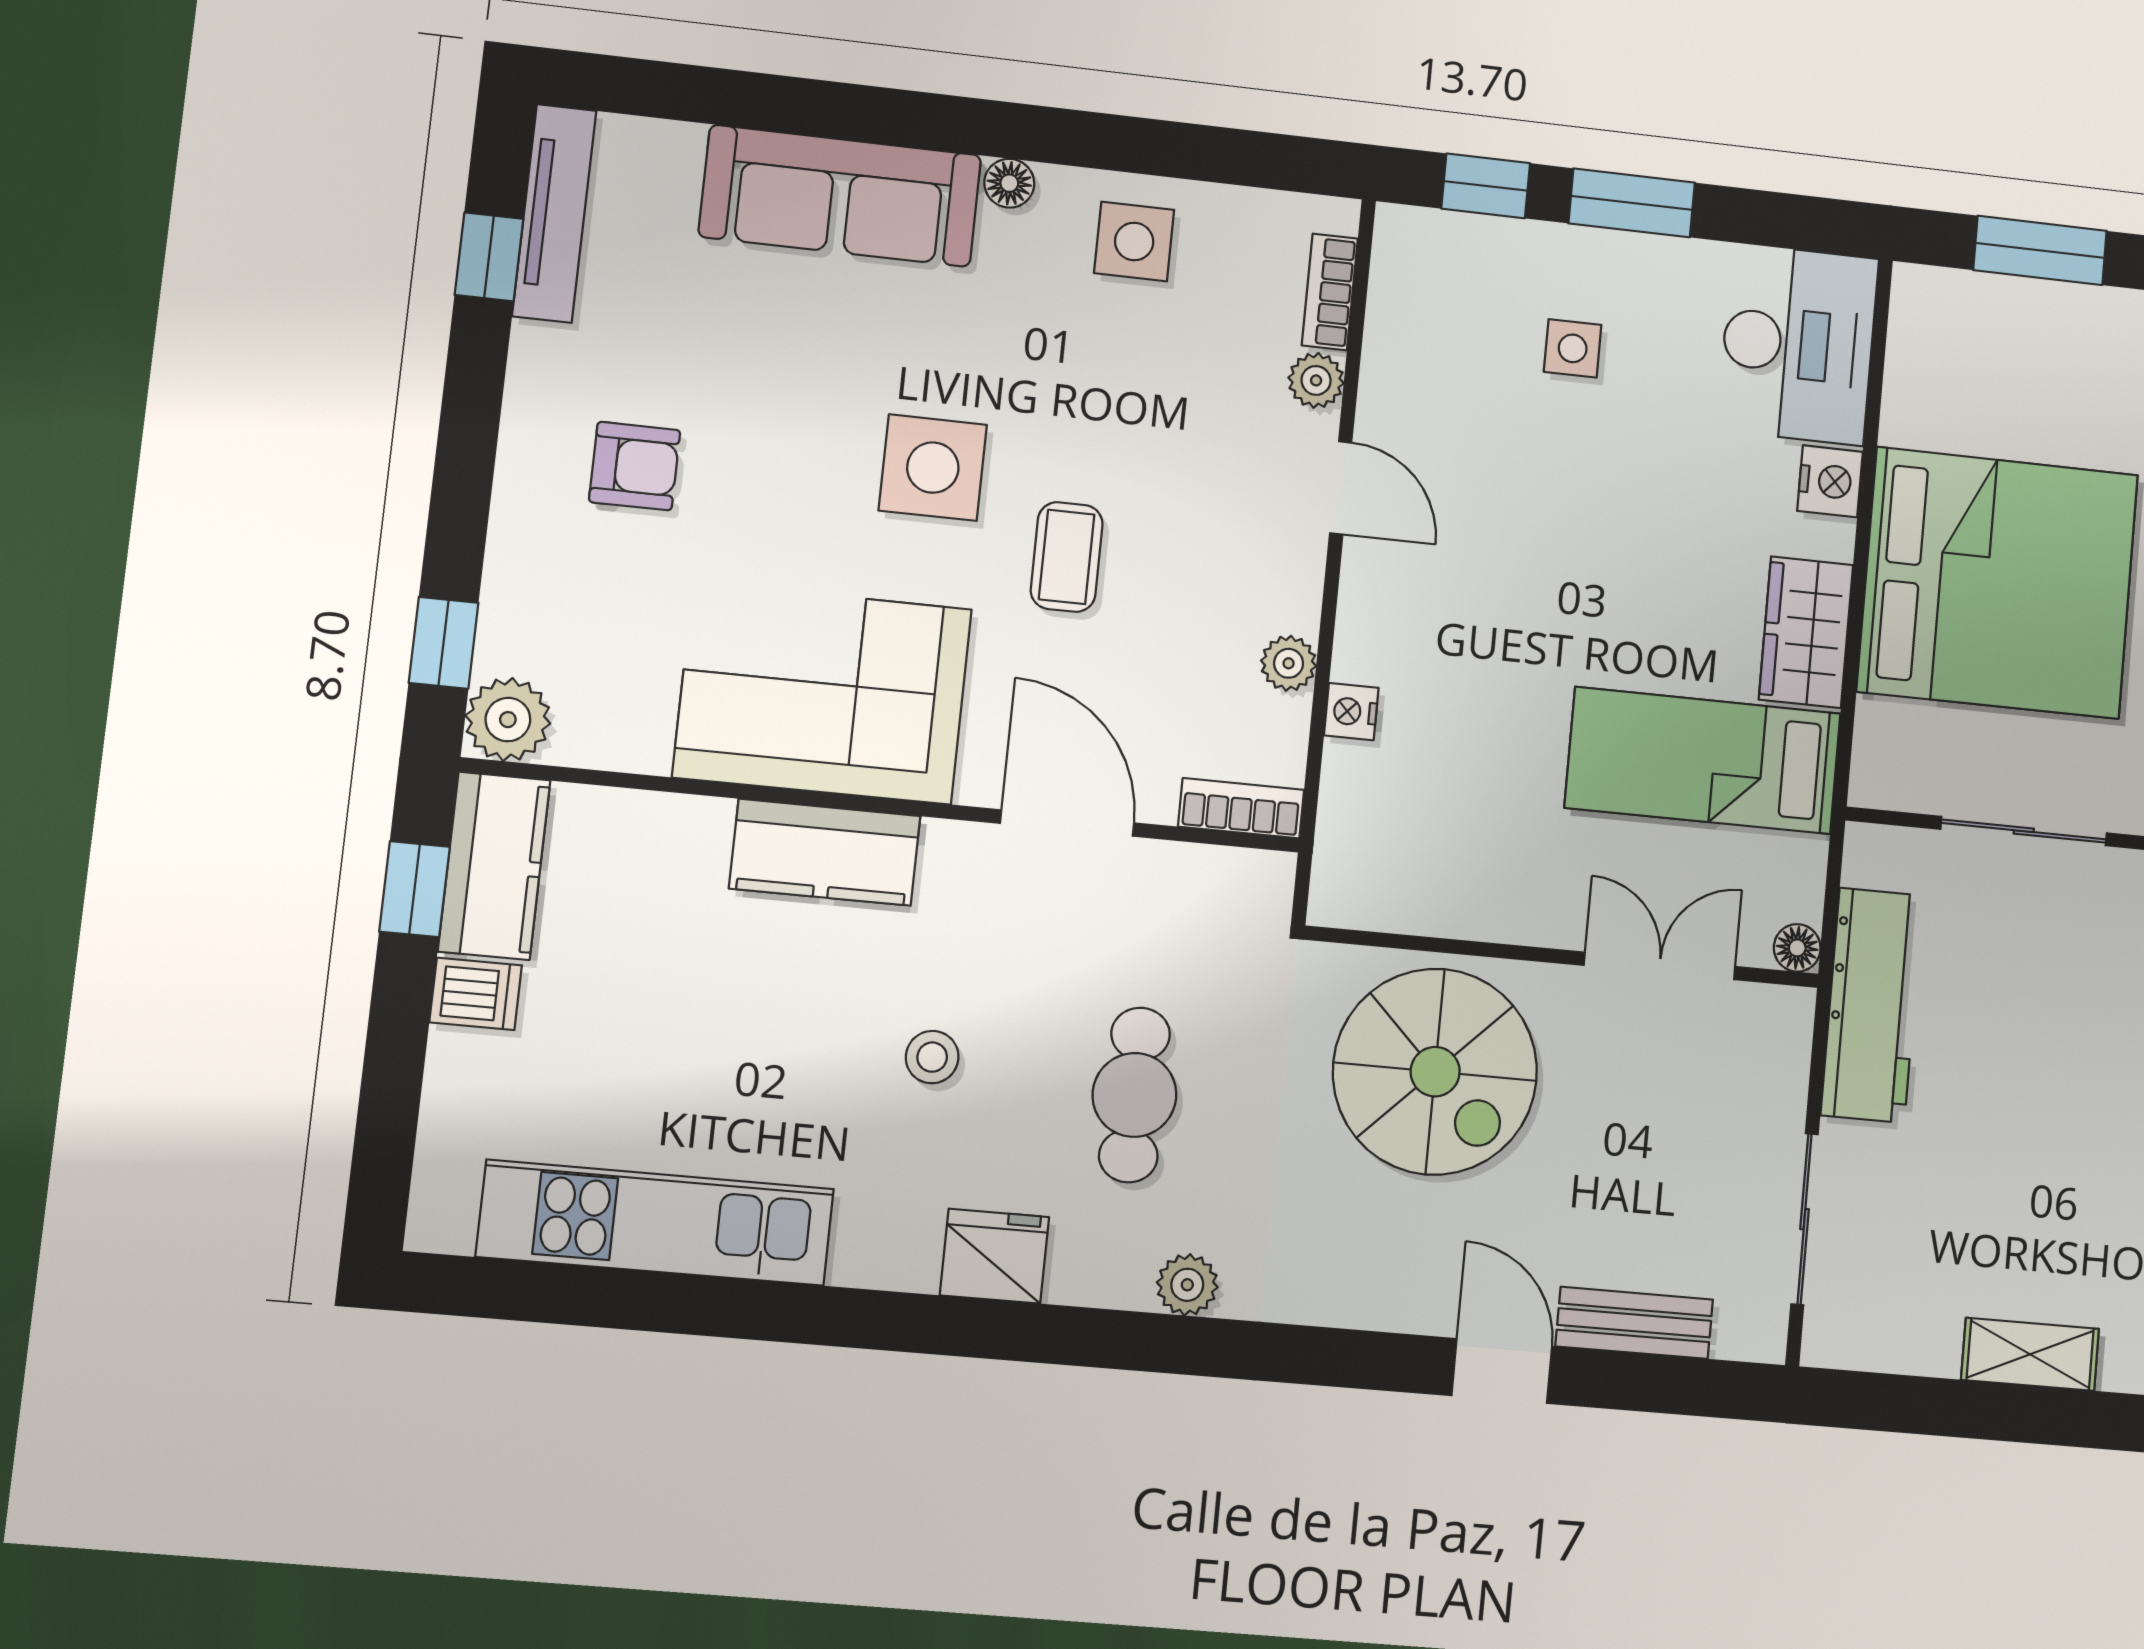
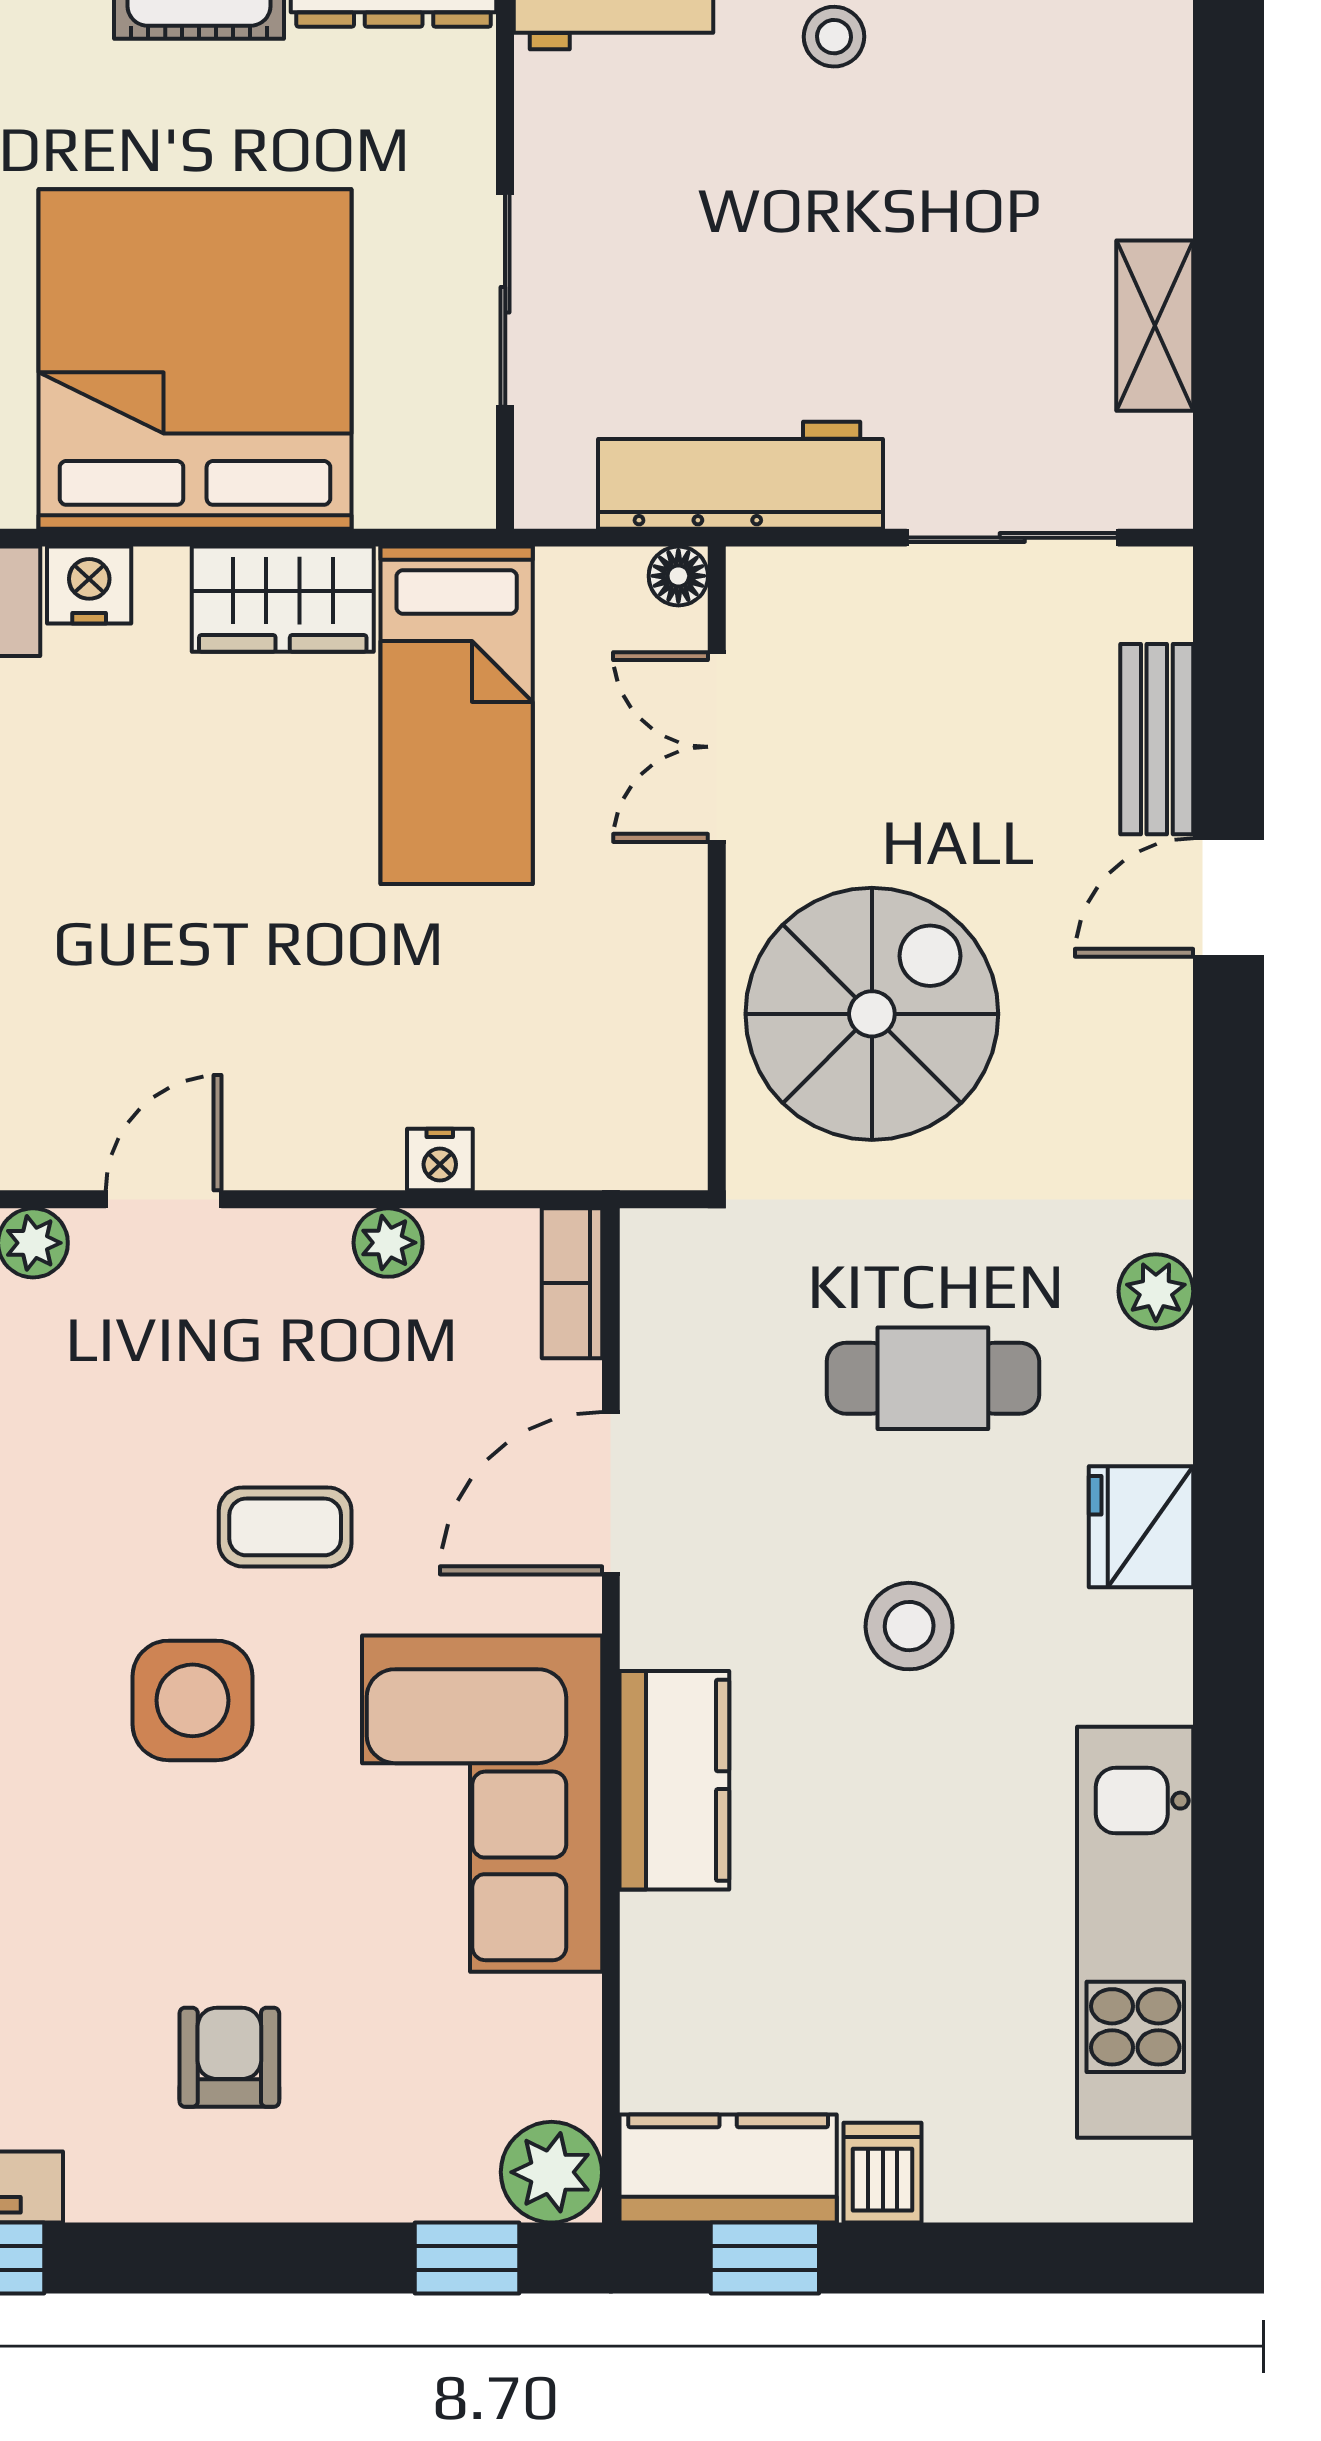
stool: (932, 1057) -> (909, 1626), width x1.37, depth x1.37
shelving: (2030, 1354) -> (1155, 326), moved

